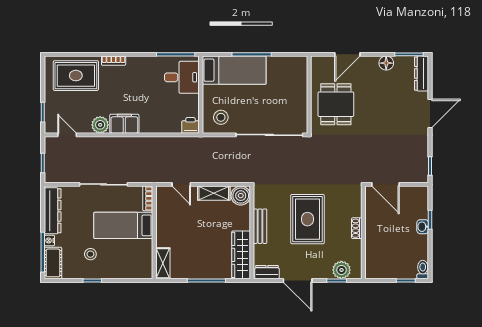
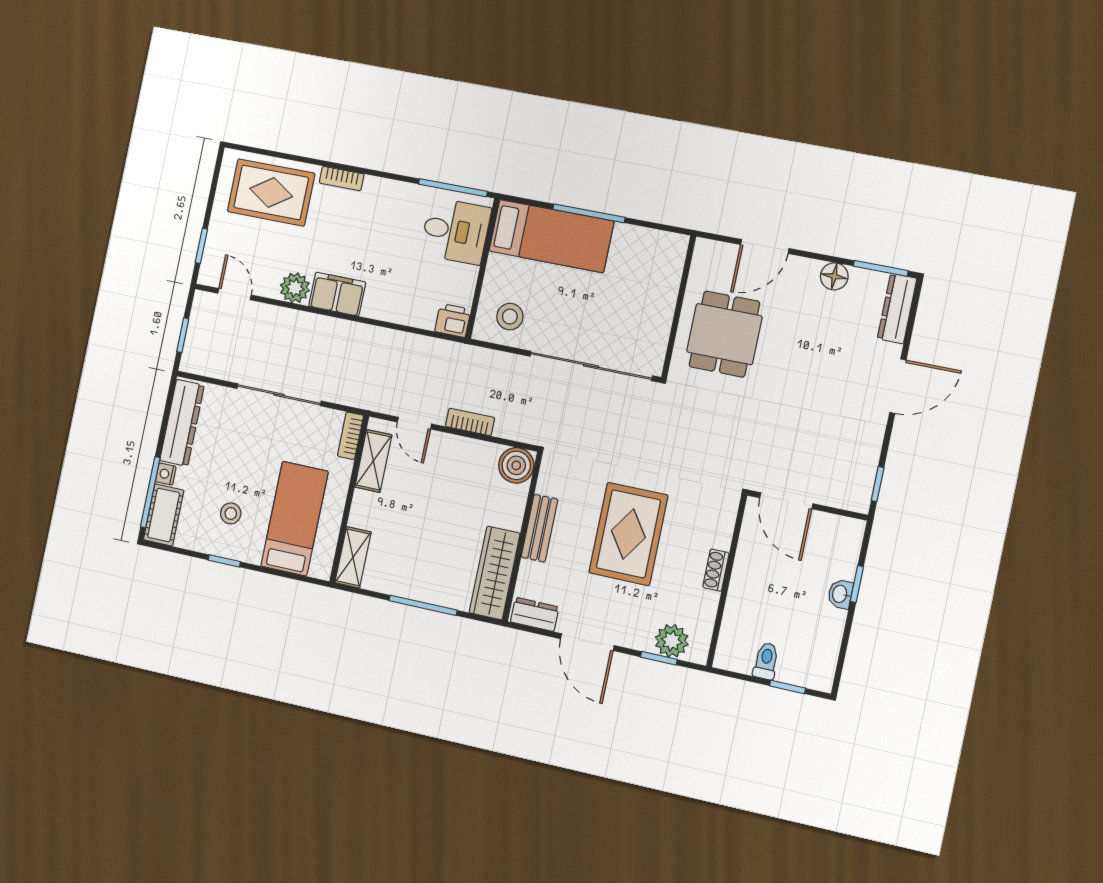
bookcase: (211, 178) -> (470, 422), added
shelving: (214, 193) -> (373, 461), moved, turned 90
bed: (123, 225) -> (295, 519), moved, turned 90
toilet: (423, 270) -> (766, 661), moved

